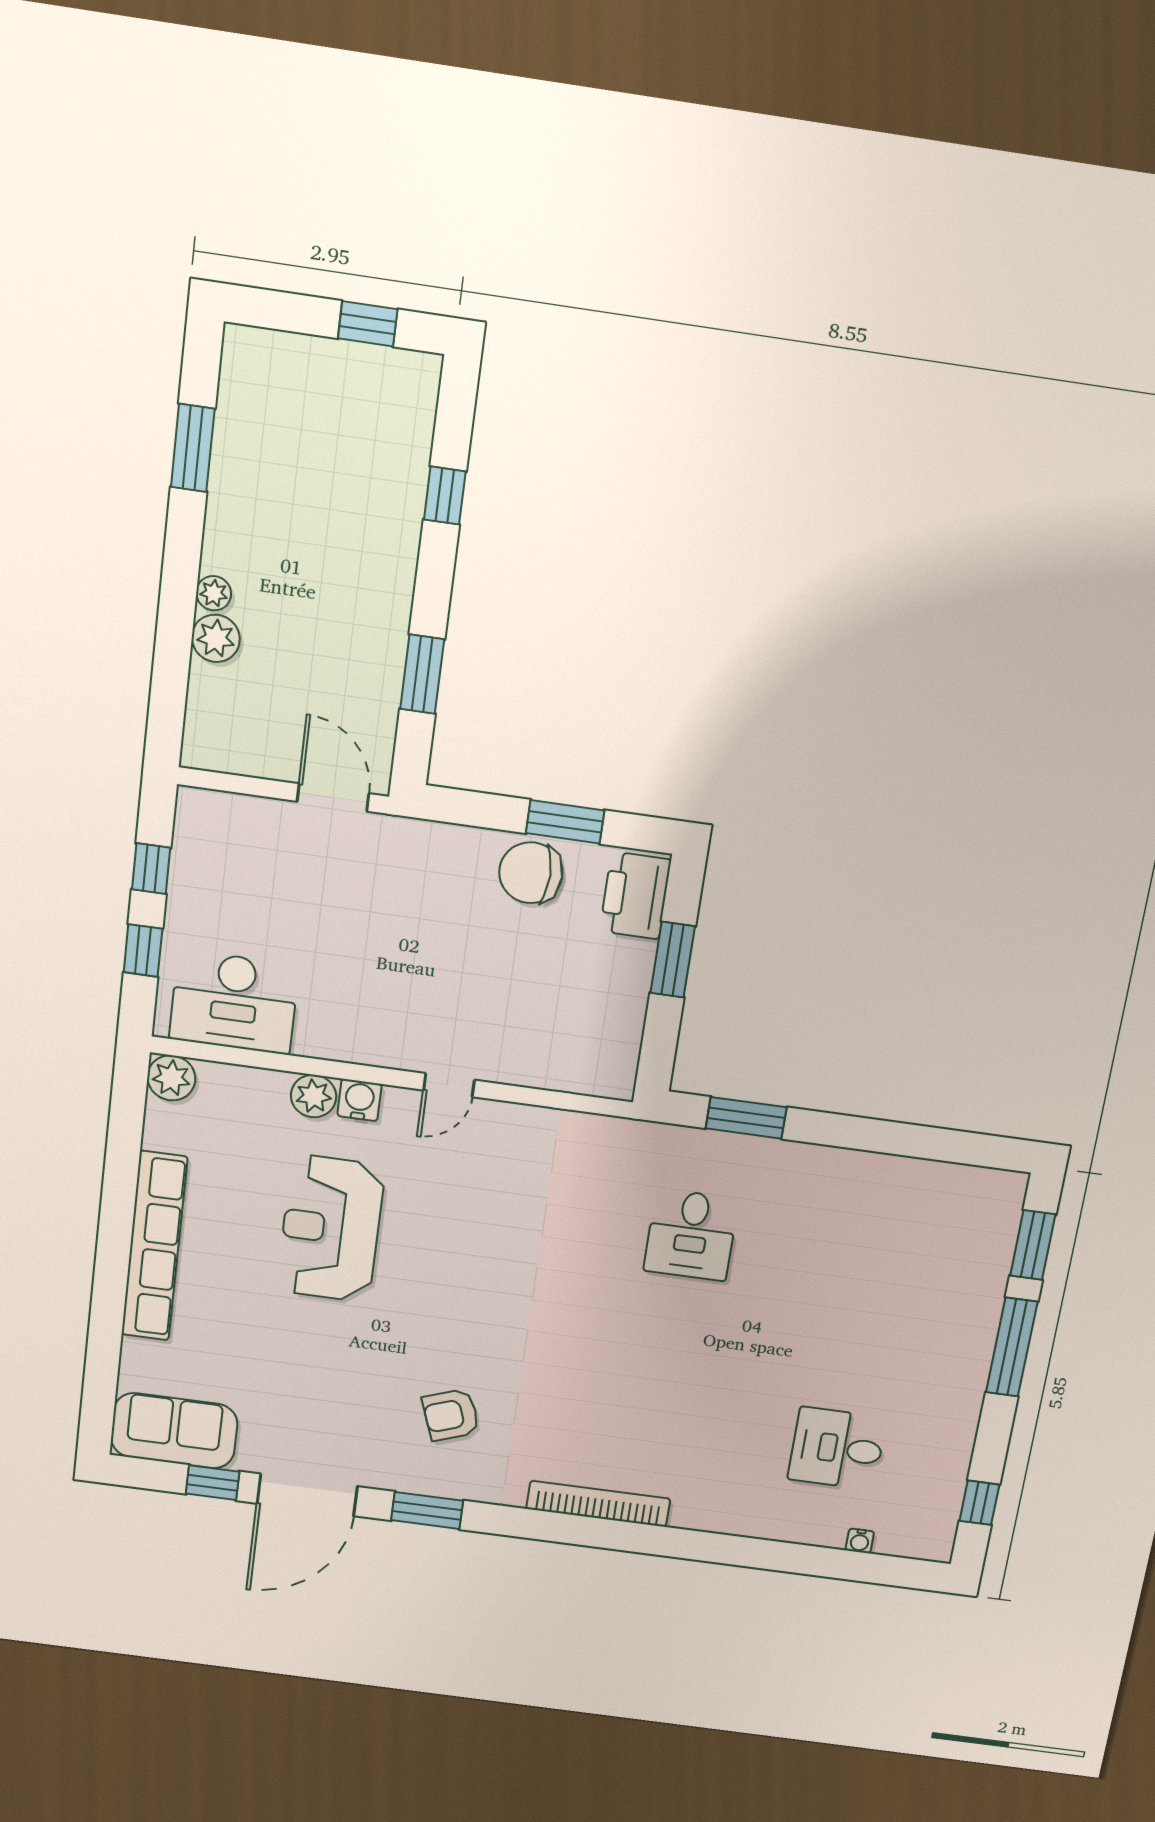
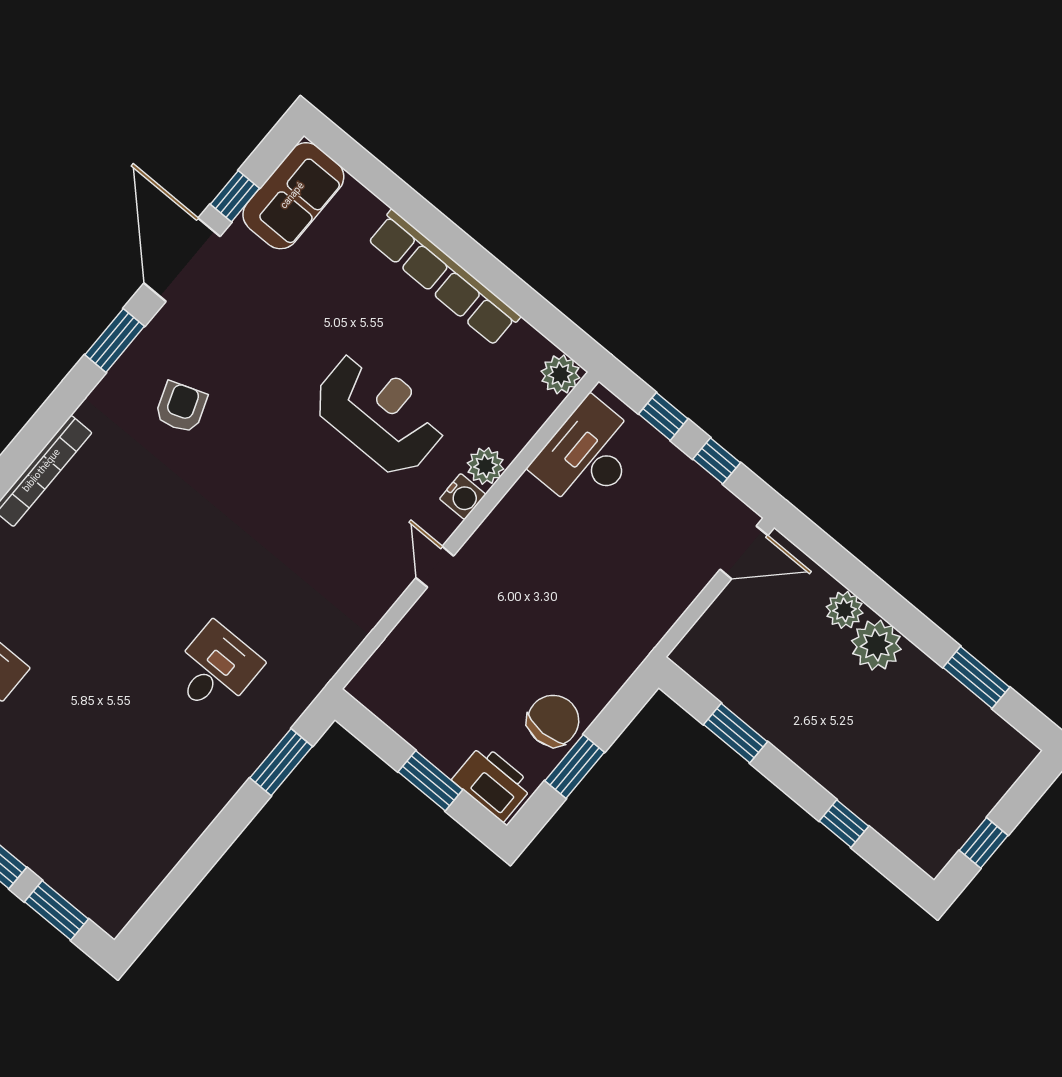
plant: (214, 593) -> (876, 645), width x1.88, depth x1.88
door: (333, 797) -> (744, 552), moved
desk: (691, 1235) -> (215, 669), turned 90

